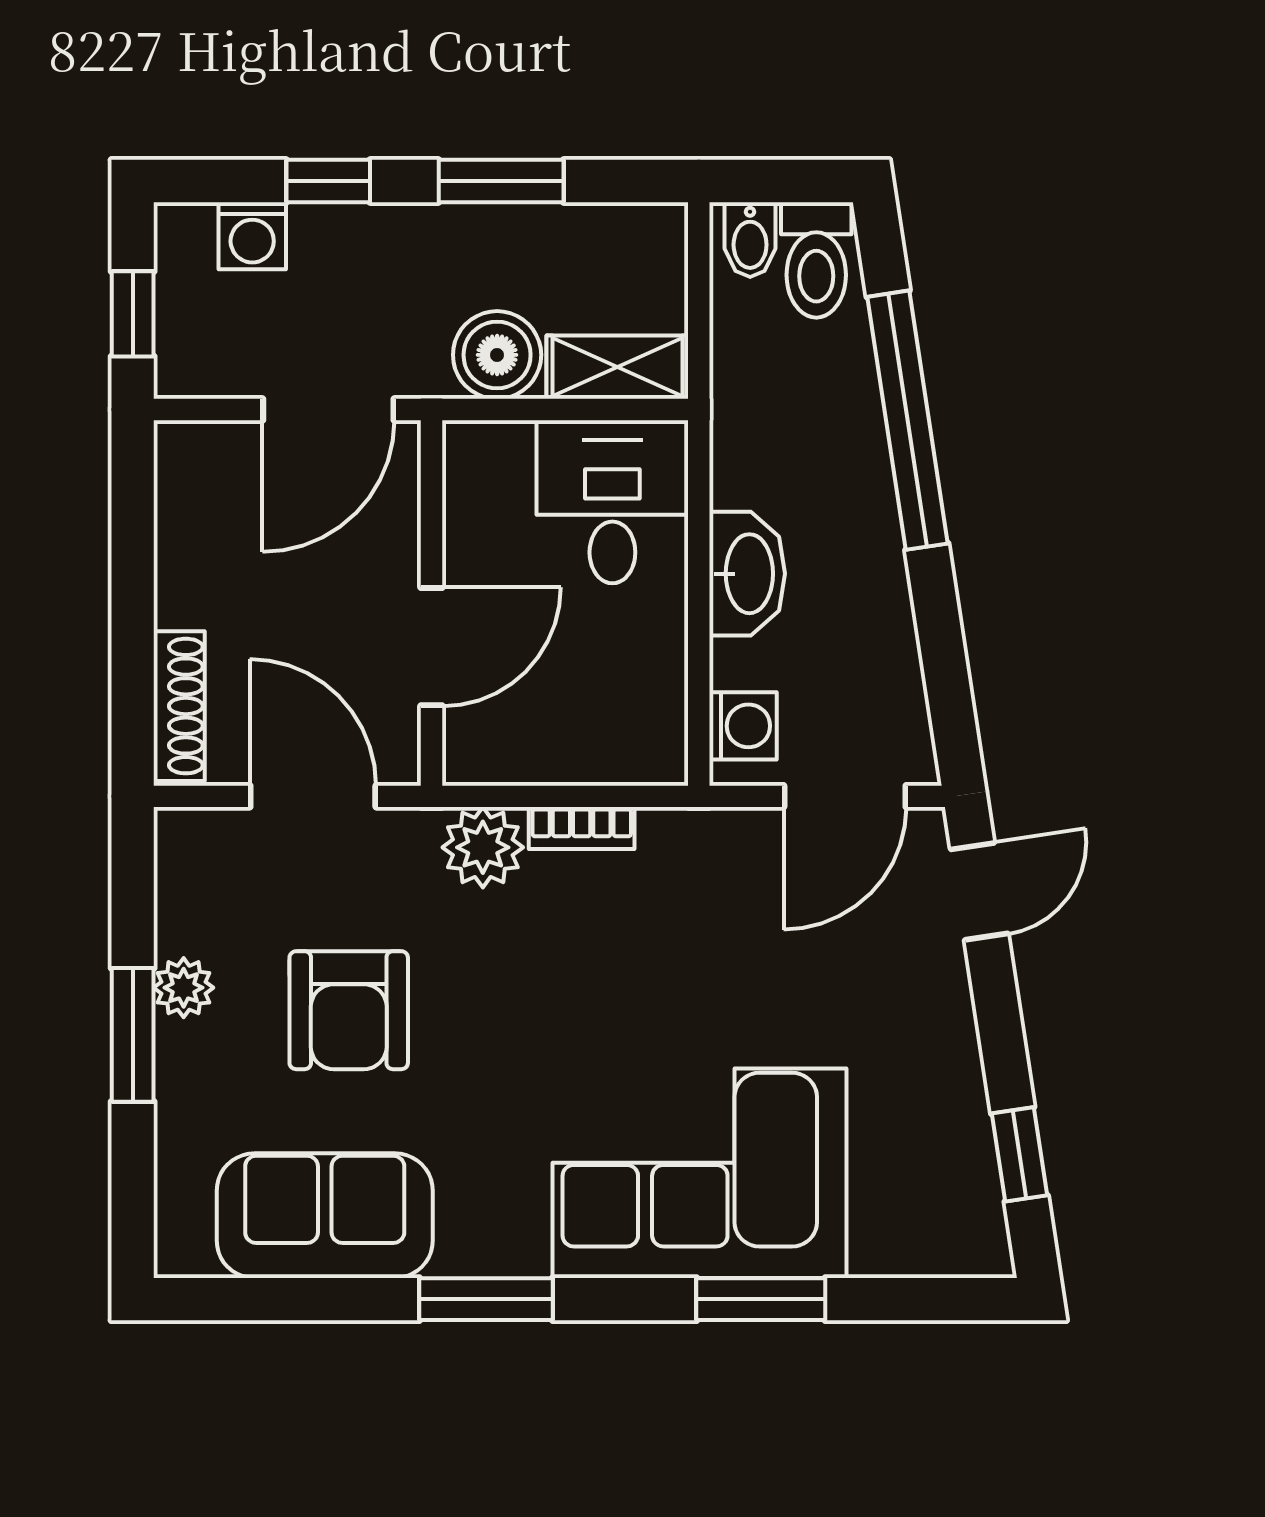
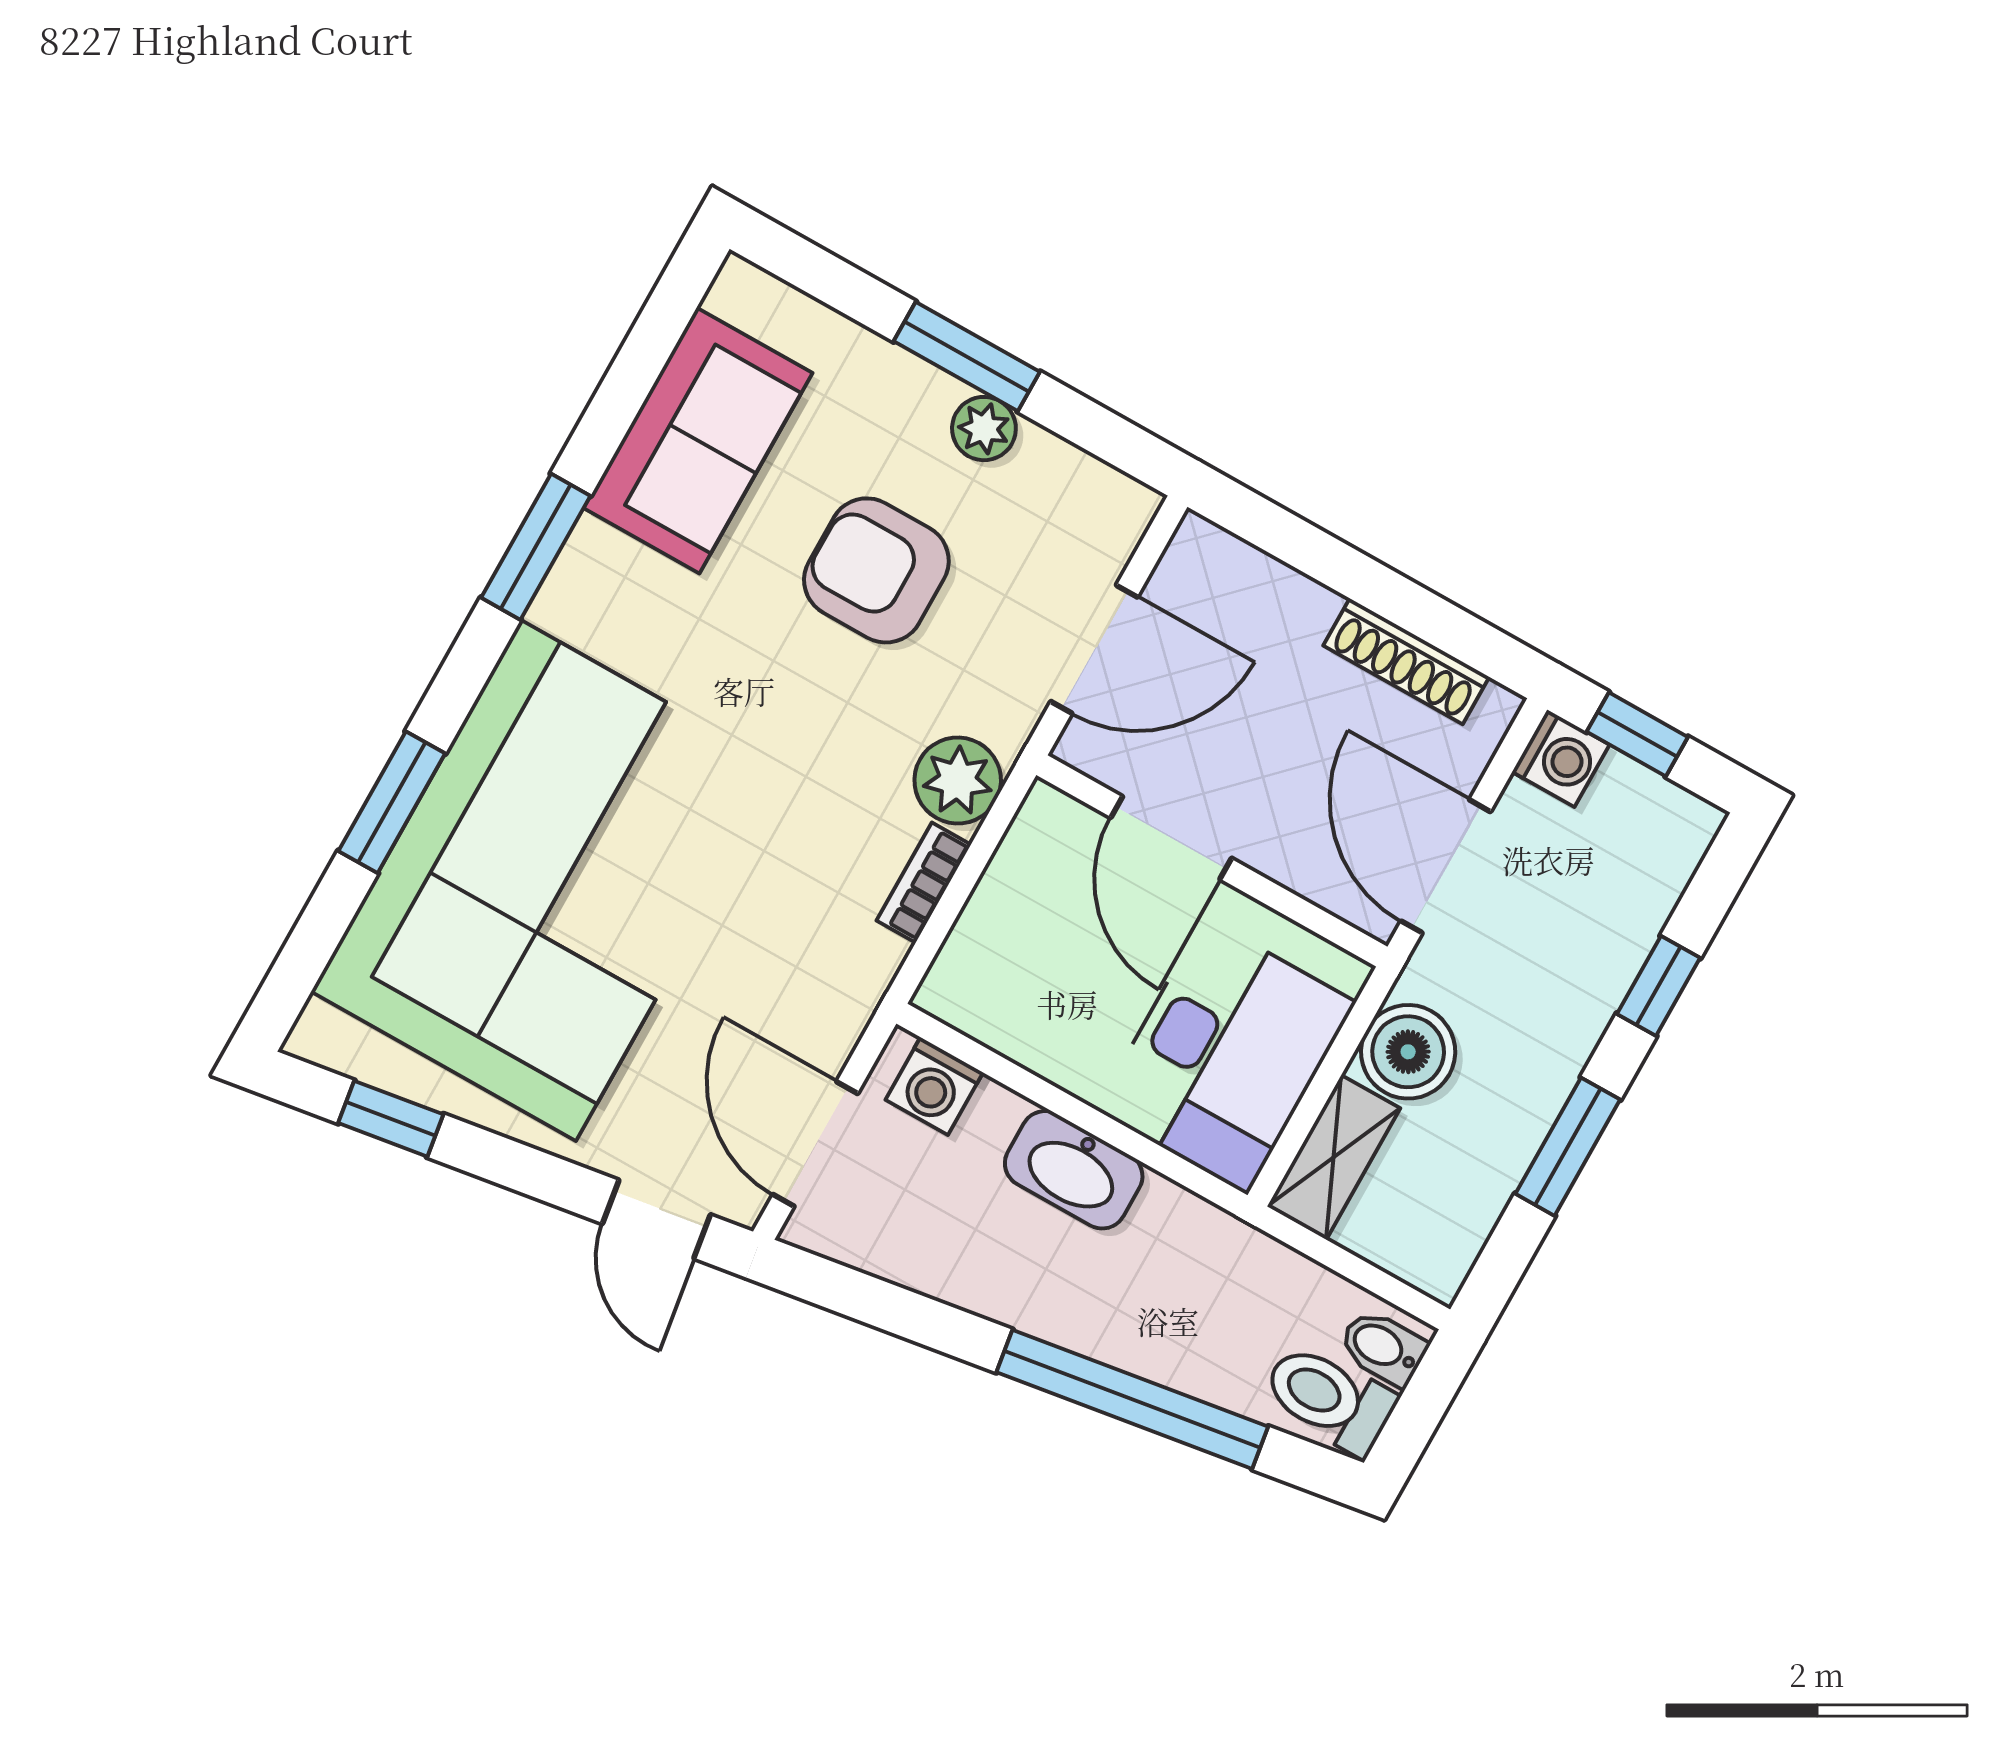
washing machine: (252, 236) -> (1561, 758), moved, turned 180
desk: (612, 502) -> (1226, 1056), width x1.37
shoe rack: (179, 706) -> (1406, 661), moved
corner sofa: (699, 1173) -> (548, 880), width x1.36, depth x1.36

